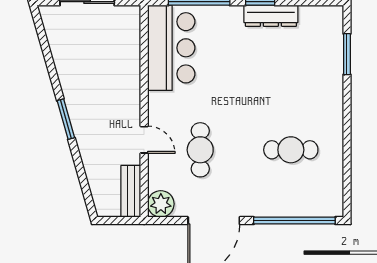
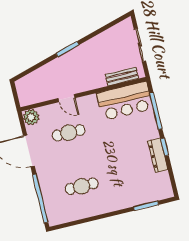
door: (144, 140) -> (67, 98), hinge flipped
cafe table: (291, 150) -> (82, 186), turned 90
bench: (131, 191) -> (122, 76), moved

